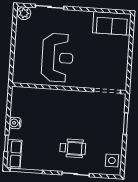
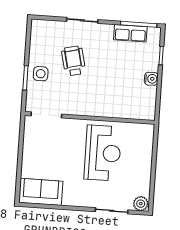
reception desk: (57, 58) -> (103, 153), turned 180
wheelchair: (73, 148) -> (73, 61), moved, turned 77
row of seats: (14, 154) -> (130, 33), moved, turned -90
side table: (112, 161) -> (41, 74), moved

